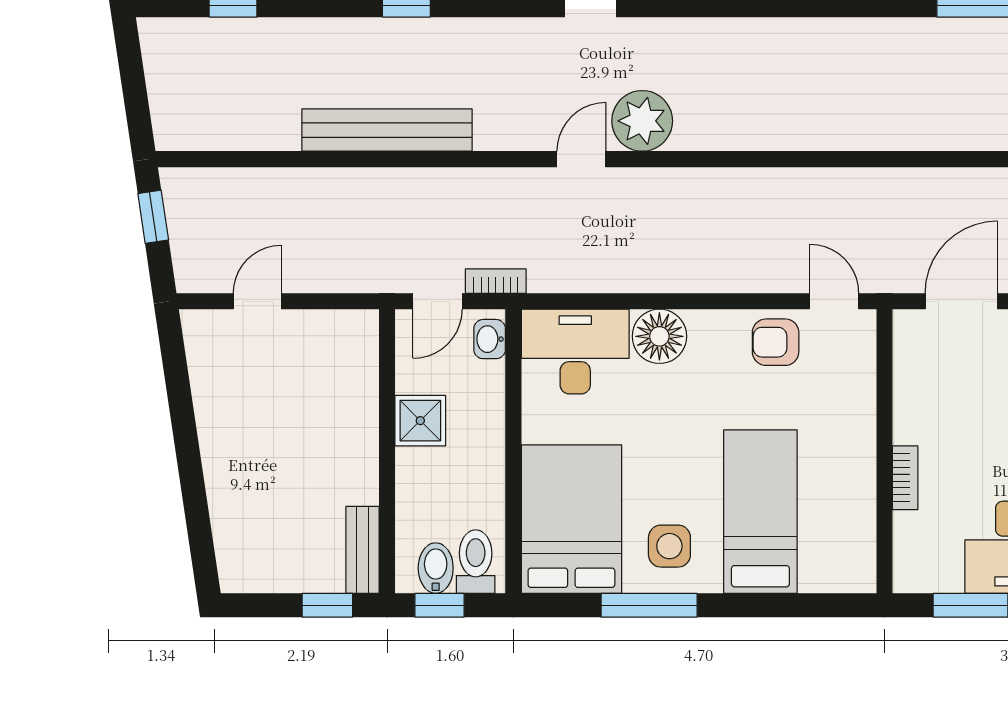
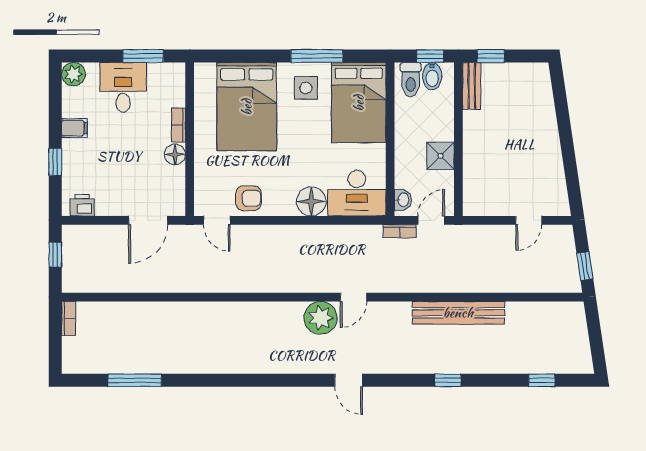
floor lamp: (912, 423) -> (175, 154), added
bed: (760, 512) -> (247, 107), width x1.50

